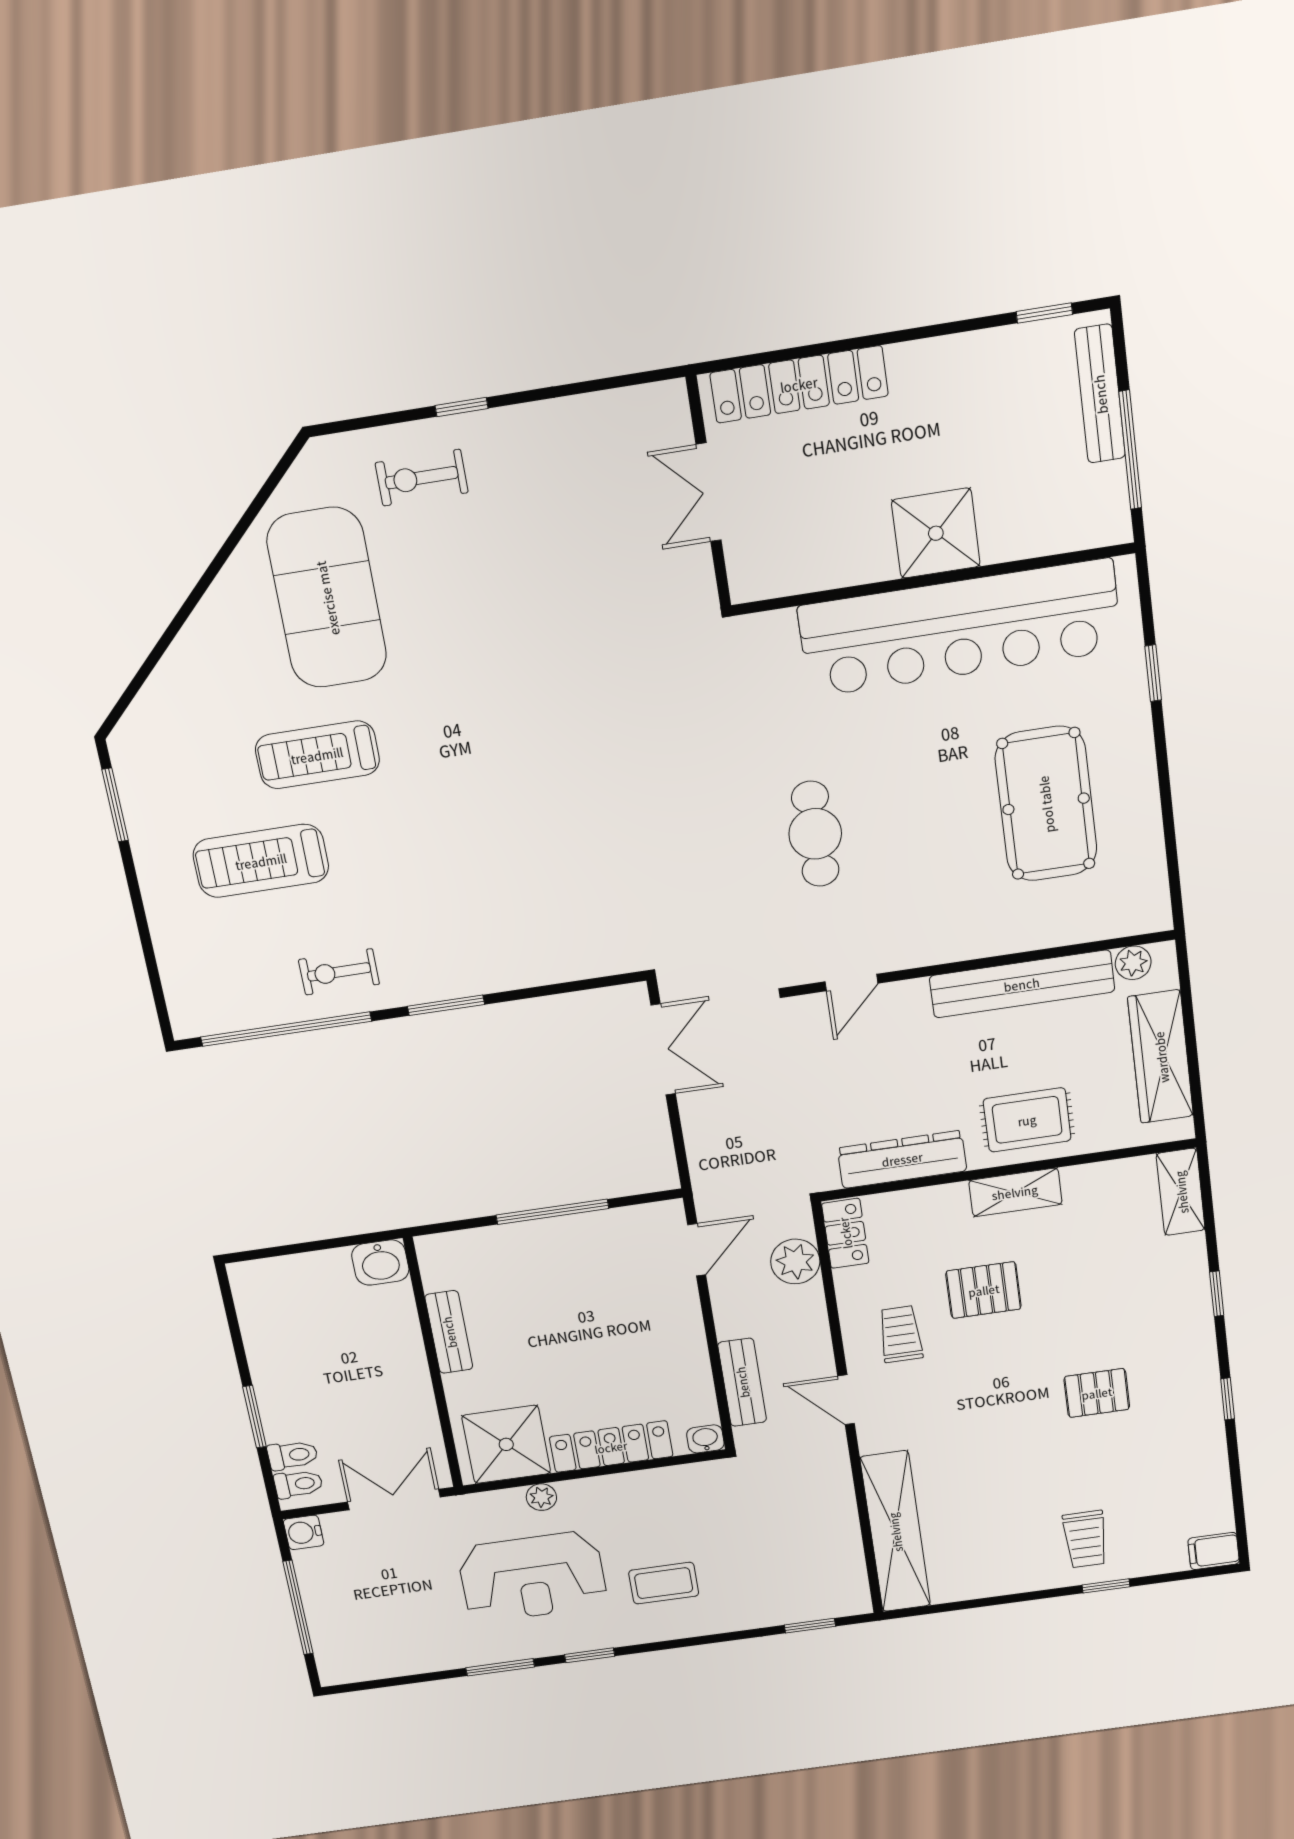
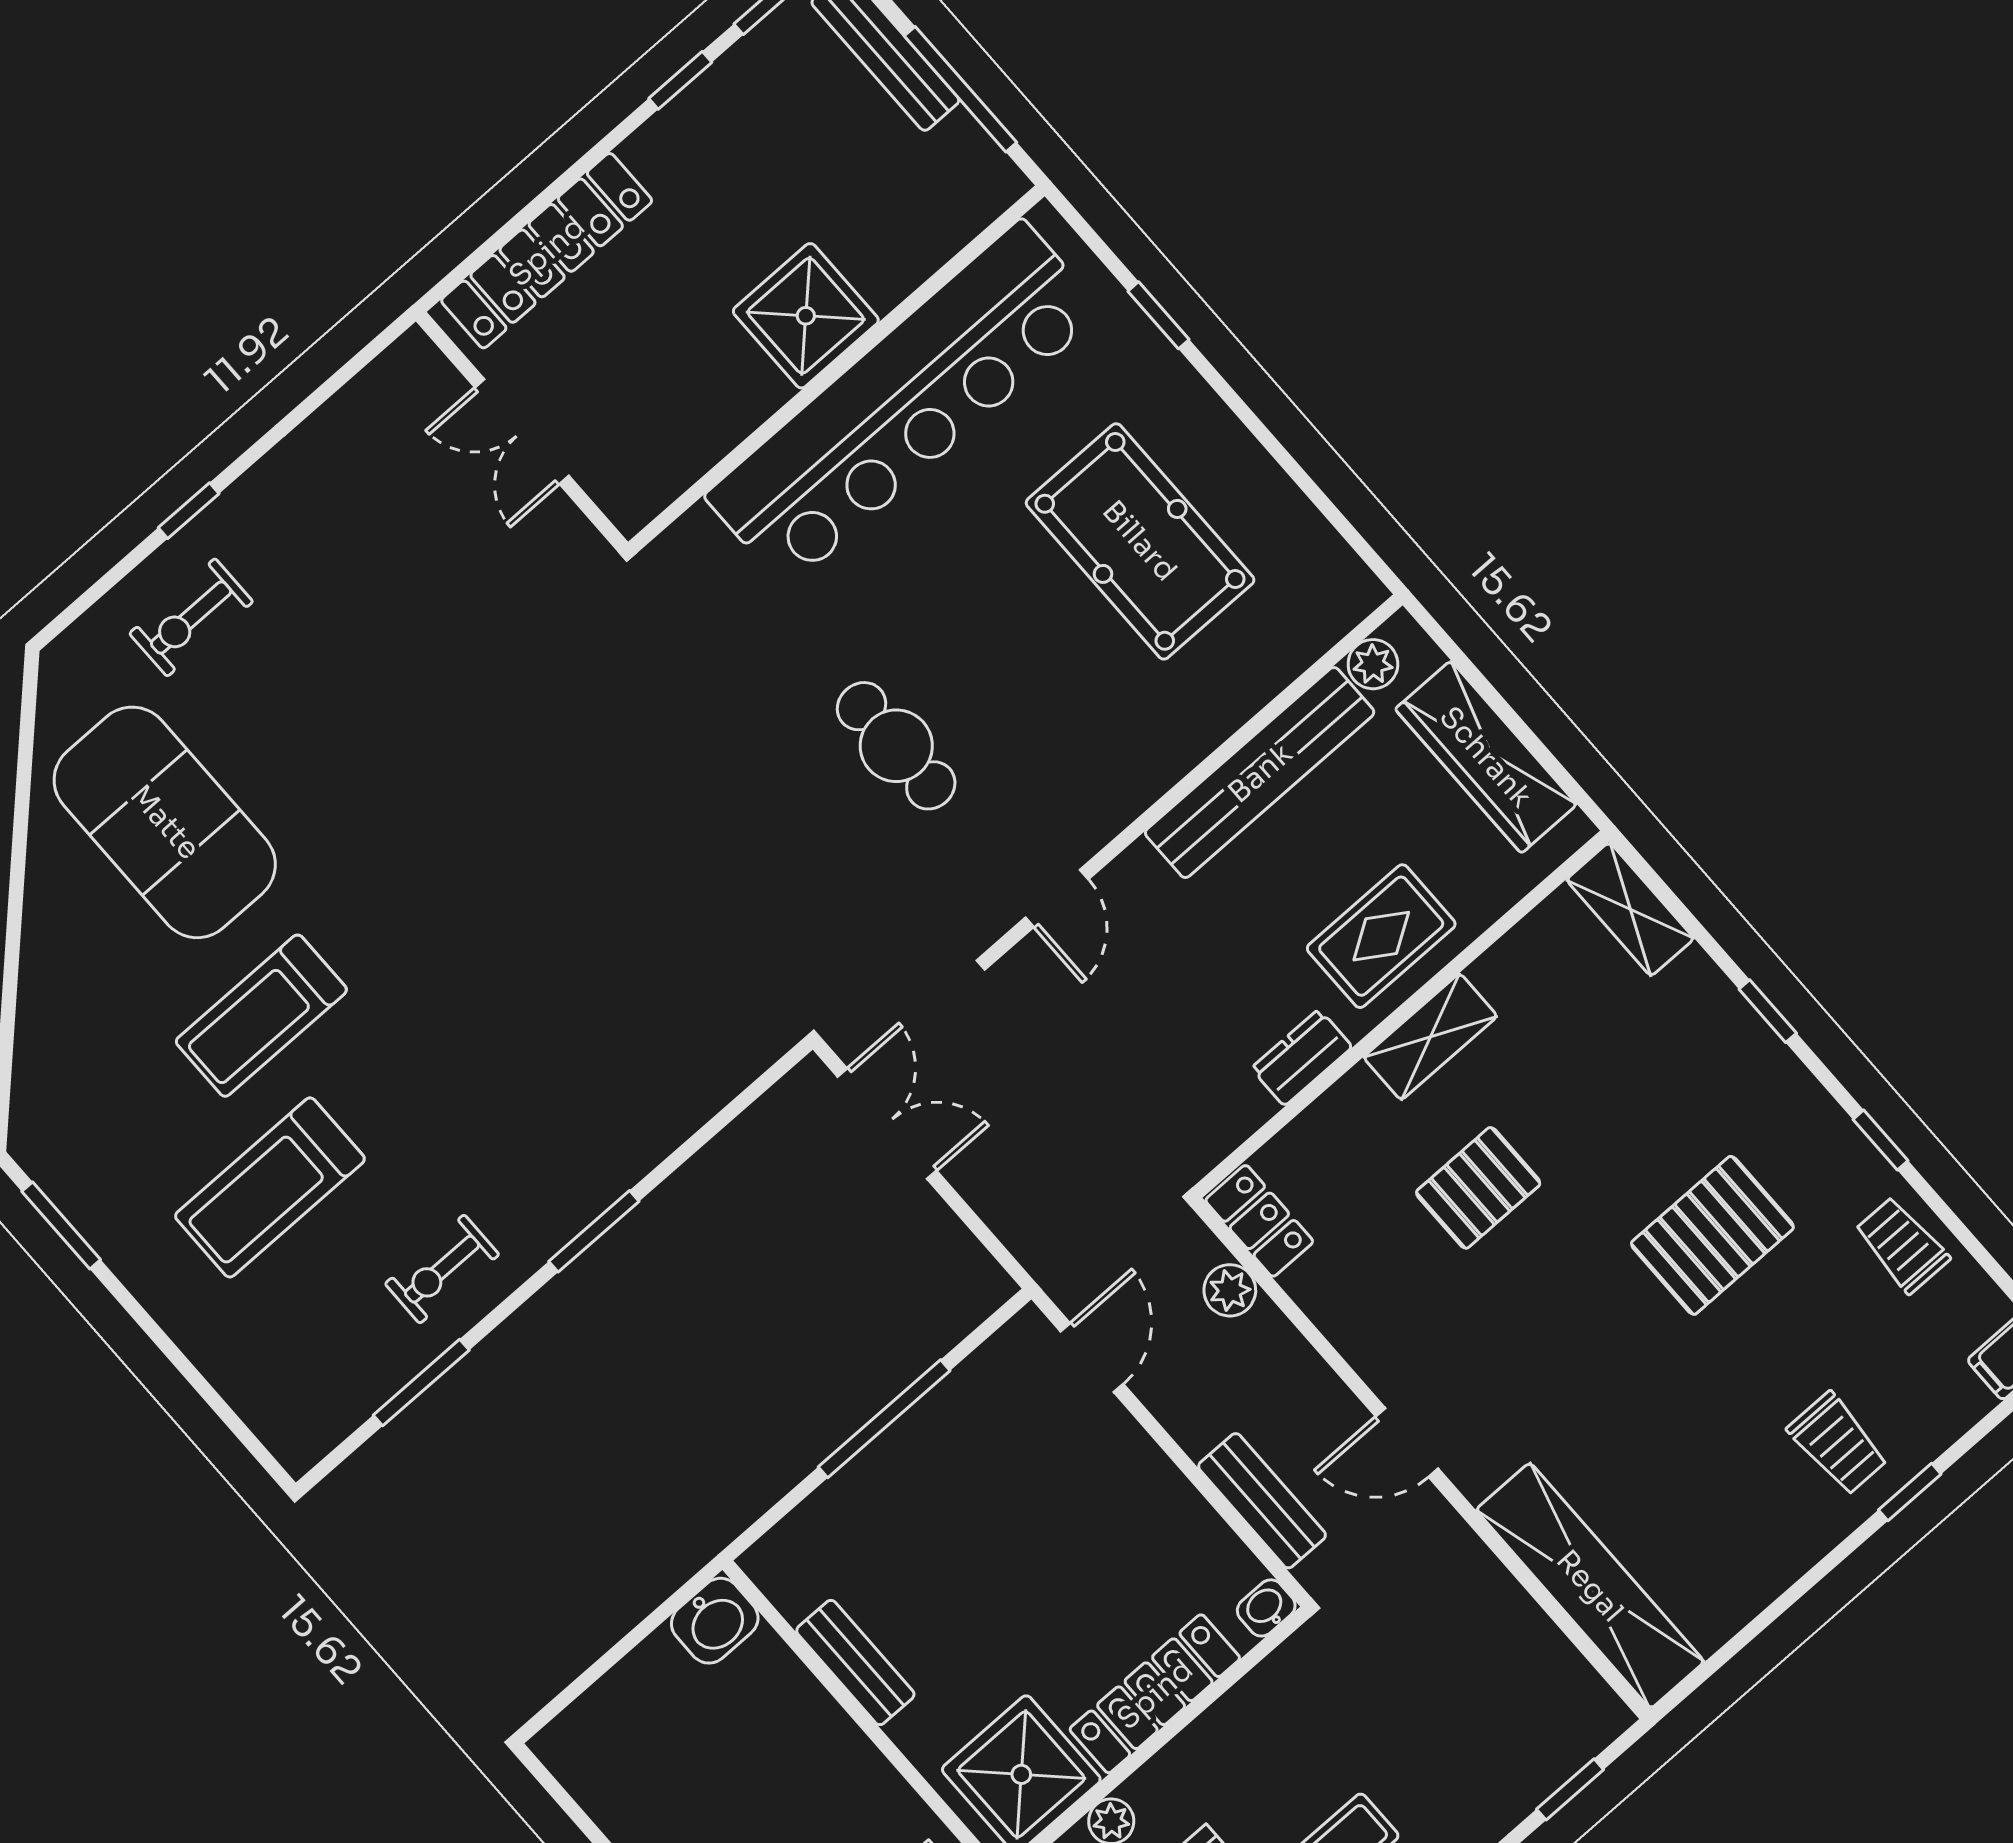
window: (957, 327) -> (680, 80), added
window: (286, 1029) -> (421, 1383), width x0.47
dresser: (902, 1159) -> (1302, 1058), width x0.51, depth x0.80
plant: (795, 1262) -> (1230, 1290), width x0.73, depth x0.73
trolley: (900, 1334) -> (1902, 1245), moved
pallet: (1097, 1393) -> (1712, 1235), width x1.50, depth x1.42

